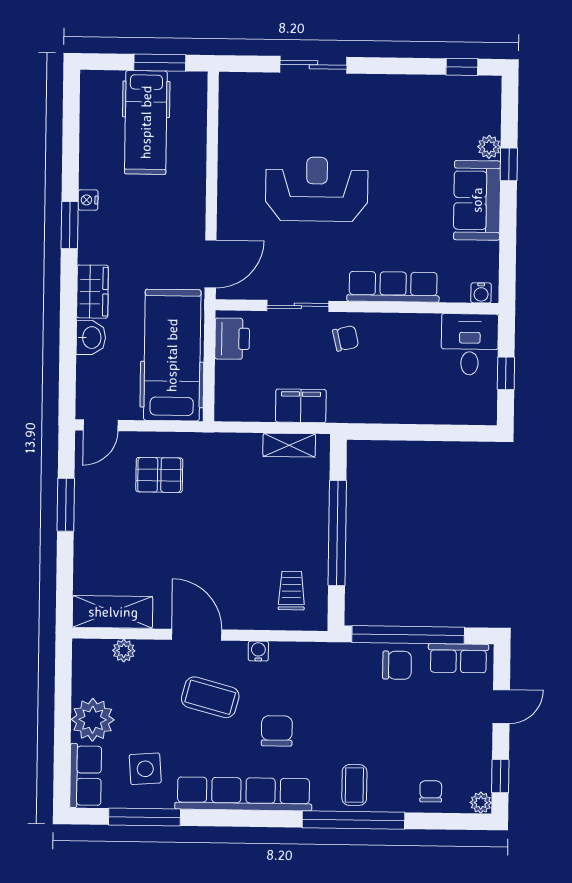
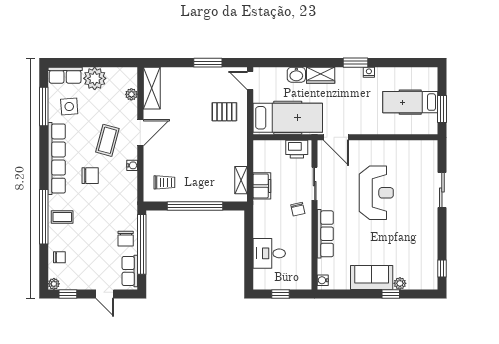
desk: (470, 344) -> (269, 253), moved, turned 180
pallet: (159, 475) -> (224, 112), turned 90

